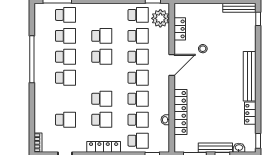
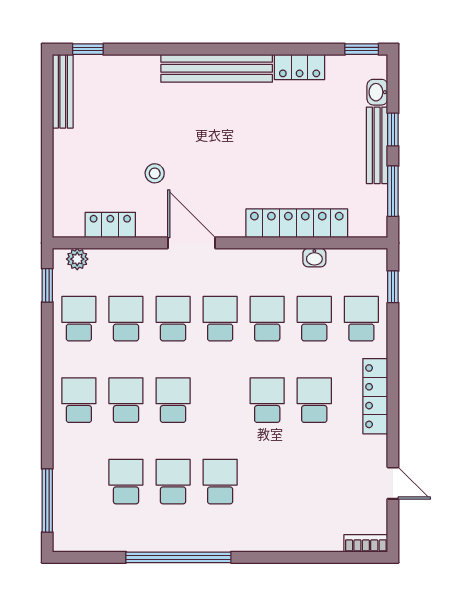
school desk: (66, 15) -> (79, 400), moved
plant: (160, 18) -> (77, 259), width x0.53, depth x0.53
school desk: (66, 120) -> (314, 482), removed

